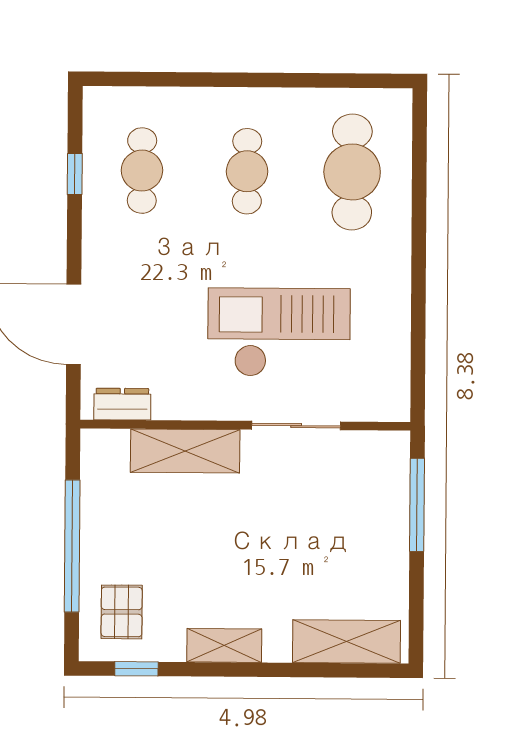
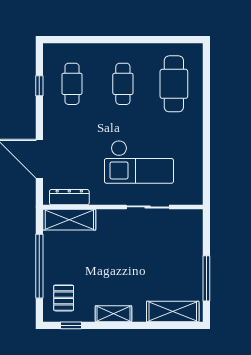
checkout: (279, 332) -> (139, 162), turned 180
dresser: (122, 404) -> (69, 197), width x1.44
shelving: (185, 451) -> (69, 220), moved
window: (417, 505) -> (206, 278), moved

